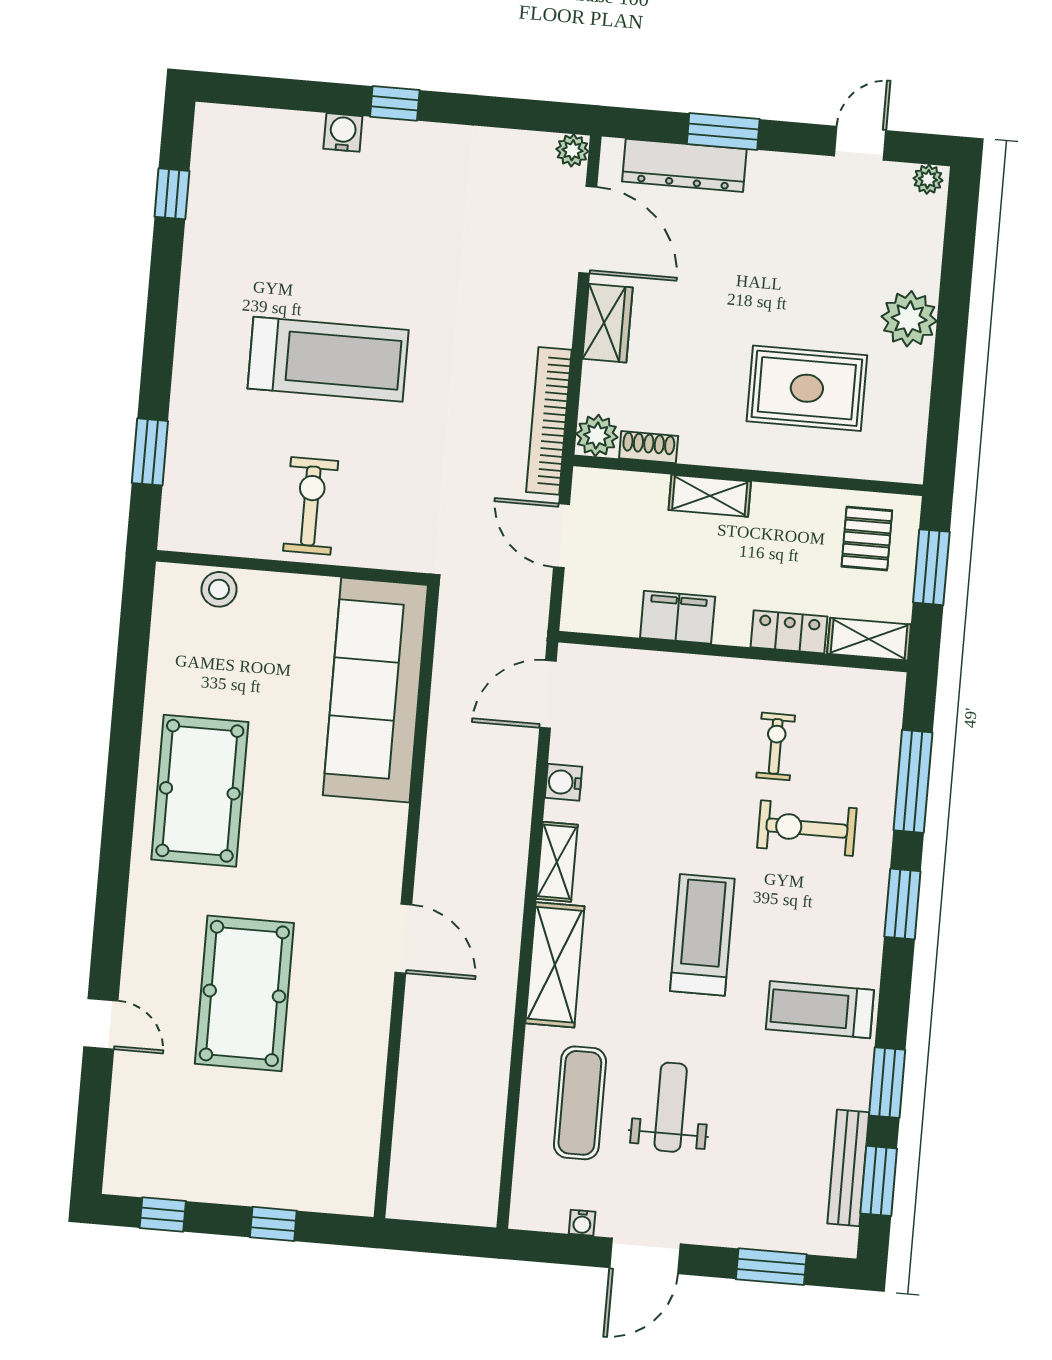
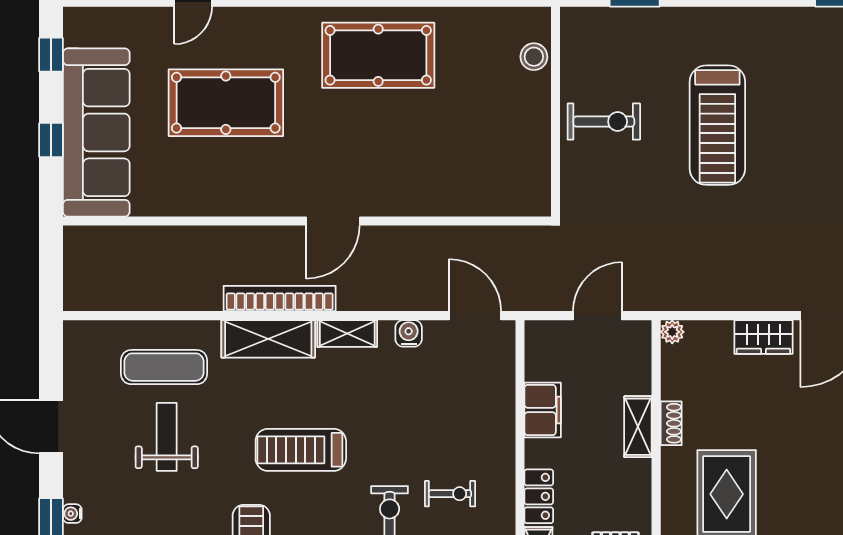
bookcase: (549, 421) -> (280, 299), moved
plant: (597, 436) -> (672, 332), width x0.73, depth x0.73
shoe rack: (649, 447) -> (671, 423), moved
sofa: (375, 690) -> (96, 132), moved, turned 90
treadmill: (702, 935) -> (301, 450), turned 180
door: (403, 939) -> (333, 221), moved
weight bench: (671, 1107) -> (167, 437), turned -90
water cooler: (582, 1223) -> (72, 514), moved

